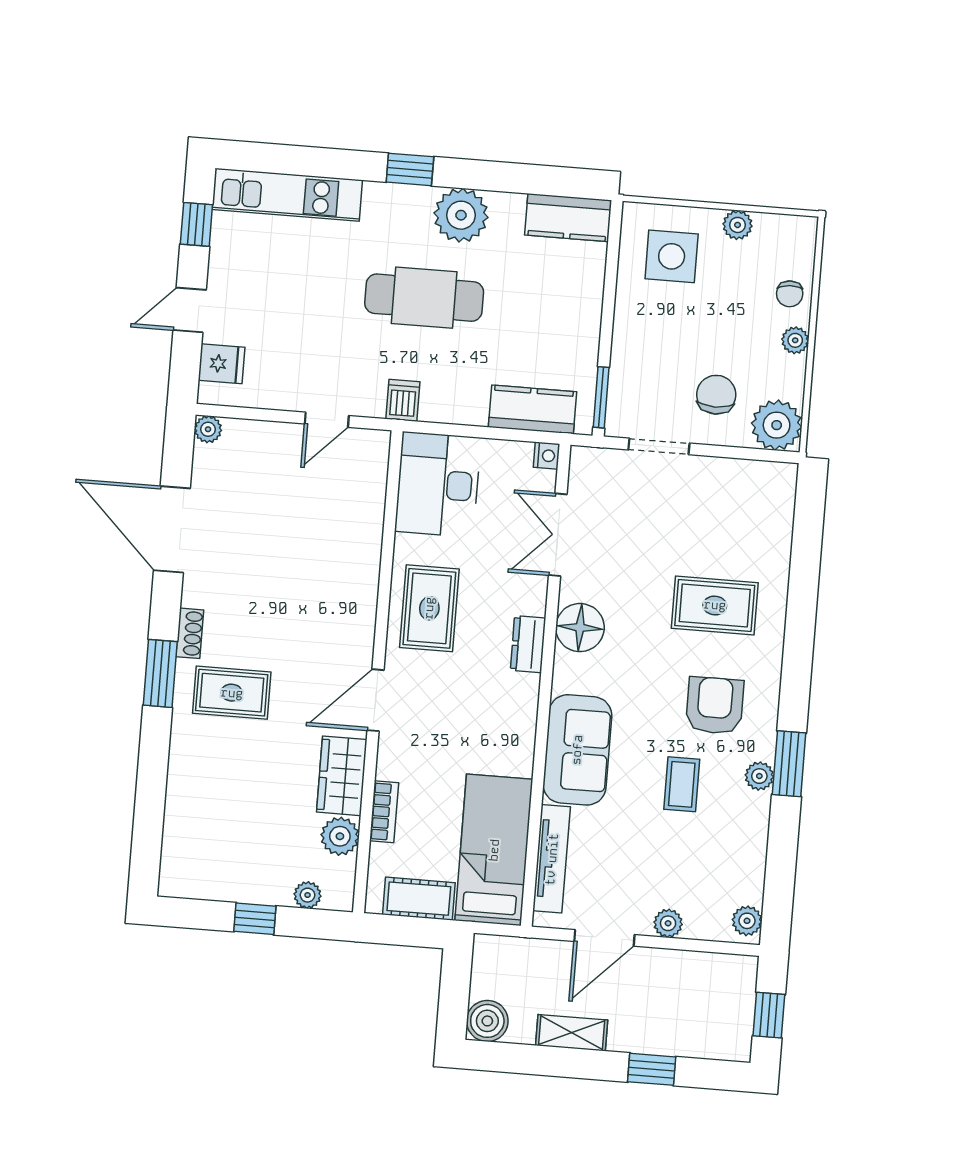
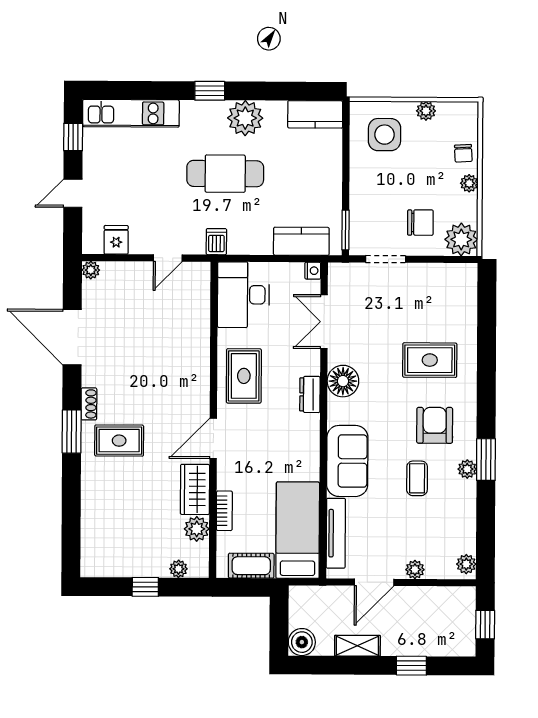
fridge: (222, 364) -> (116, 240), moved, turned -90
chair: (716, 395) -> (420, 223), turned 90

